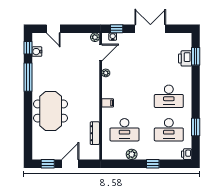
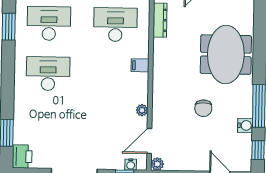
water cooler: (37, 52) -> (245, 125), moved
printer: (185, 58) -> (22, 157), moved
chair: (65, 75) -> (203, 108), added

